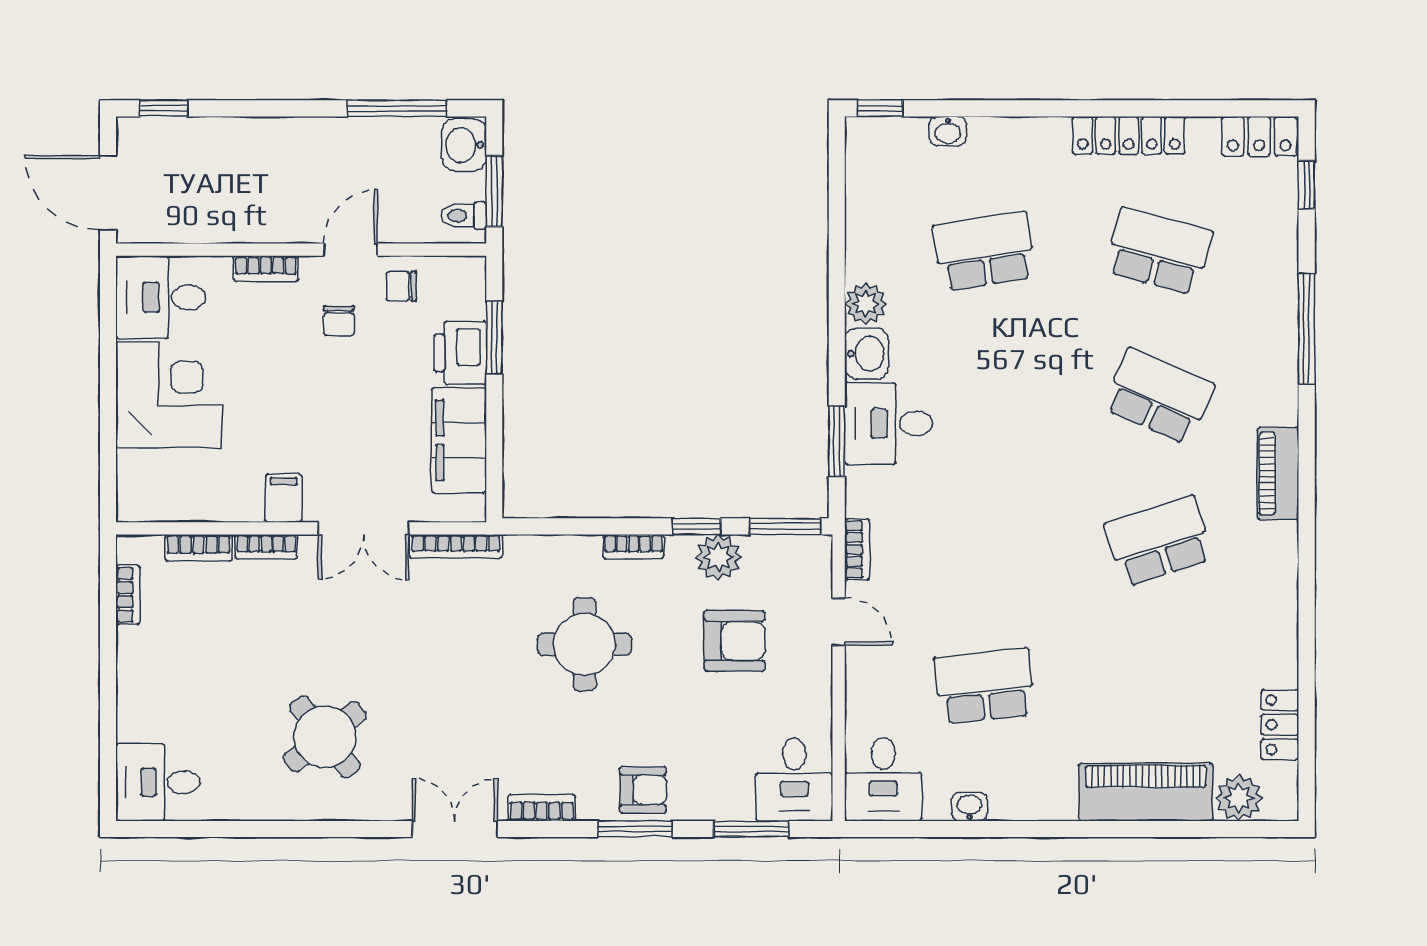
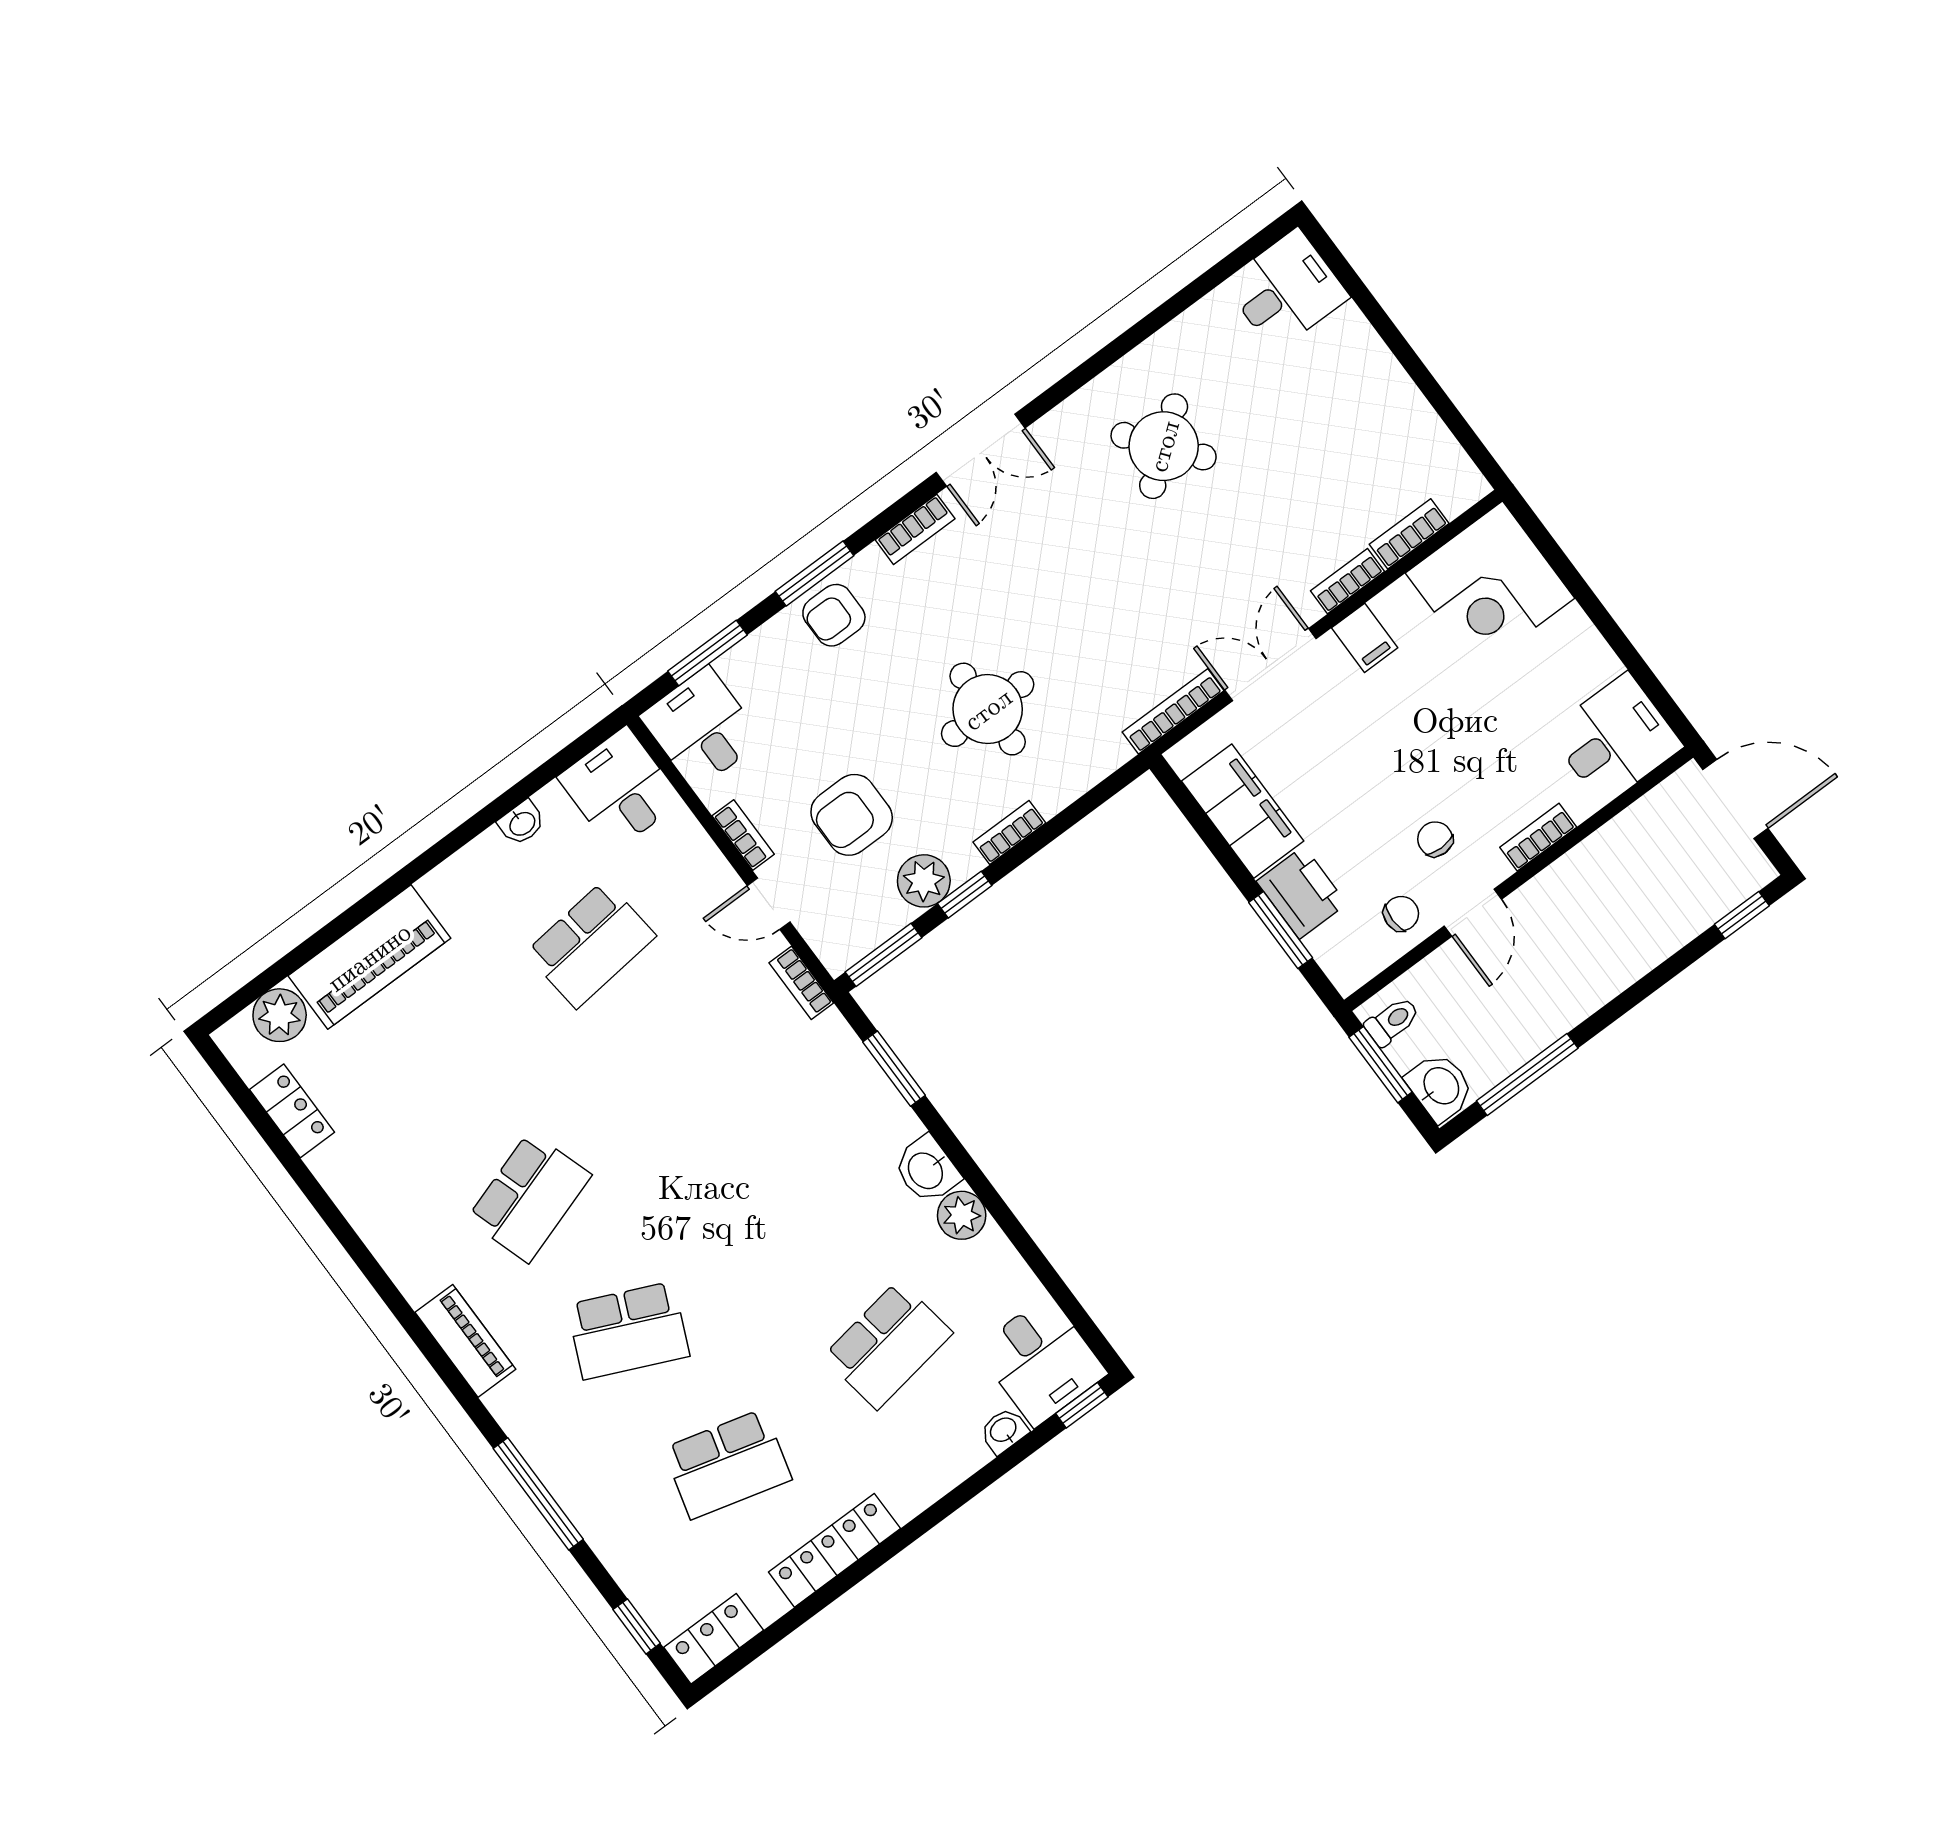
corner desk: (169, 395) -> (1490, 586), moved
desk: (889, 423) -> (1041, 1361), moved, turned 90
bookcase: (128, 595) -> (743, 835), moved, turned 180

